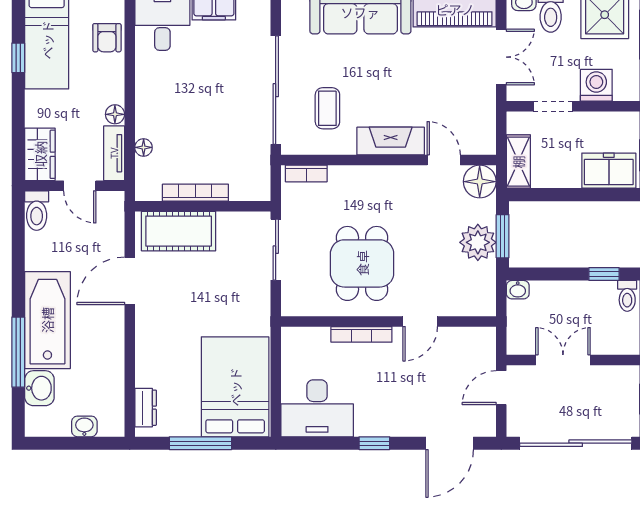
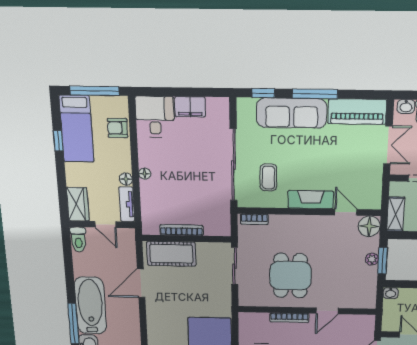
armchair: (107, 38) -> (118, 128), turned 90
floor lamp: (144, 147) -> (145, 174), moved
plant: (478, 242) -> (372, 259), width x0.53, depth x0.53

